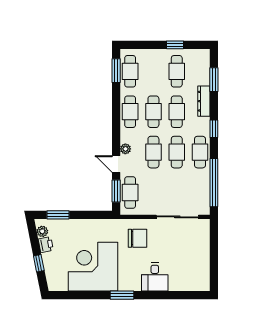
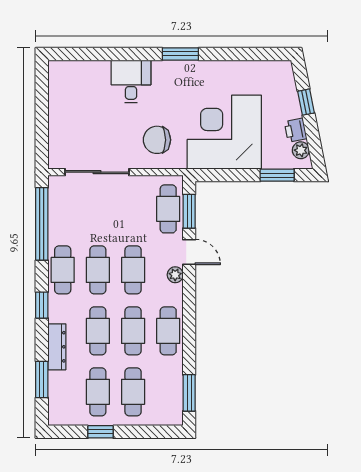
cafe table: (130, 71) -> (133, 392), moved
corner desk: (93, 267) -> (224, 132), moved, turned 180

